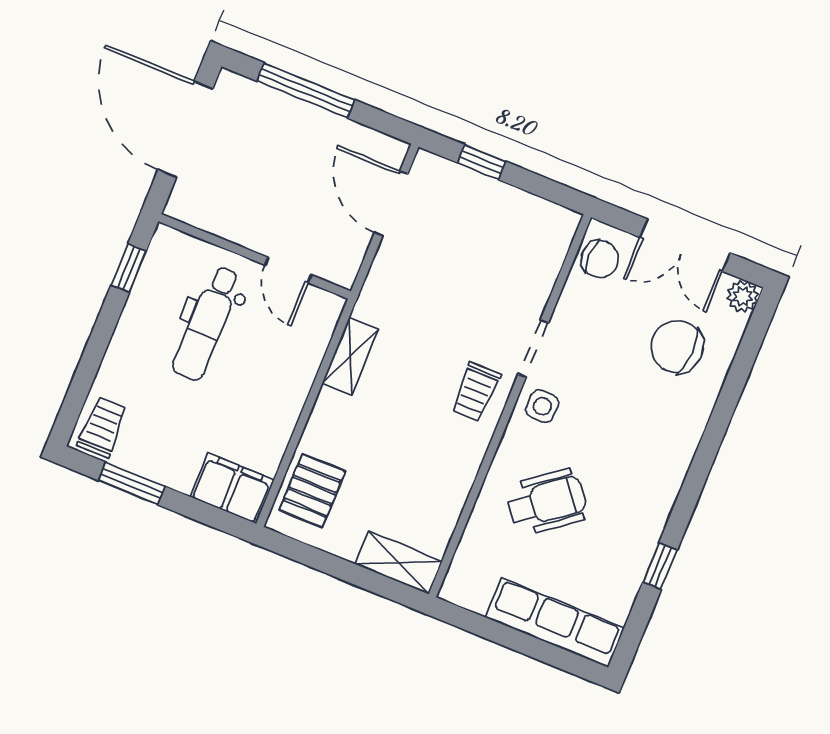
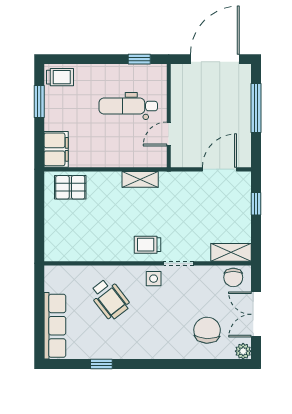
shelving: (399, 563) -> (231, 252), moved, turned 90

